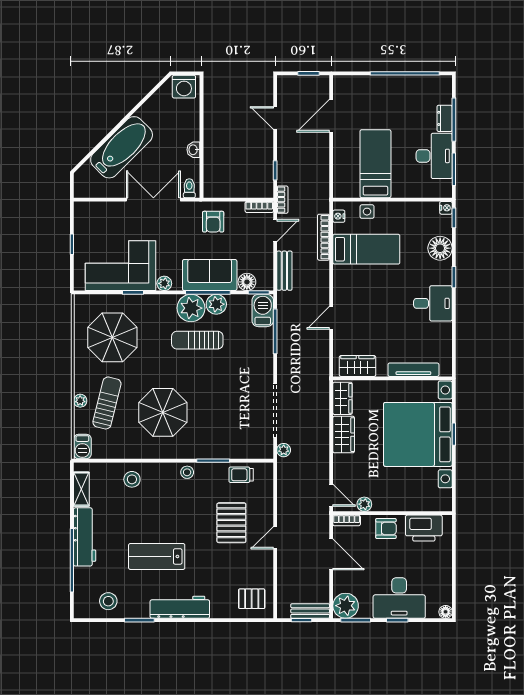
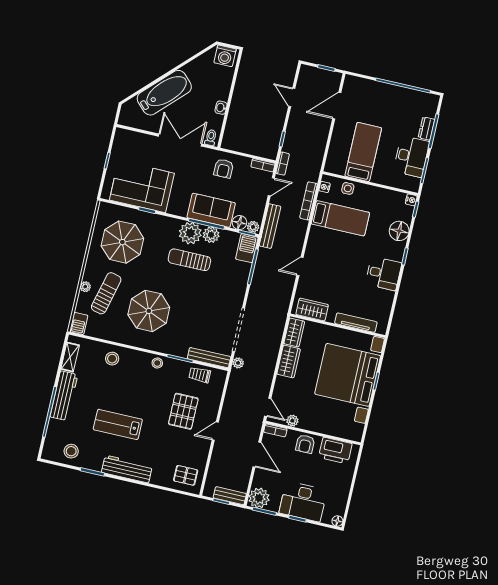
bench: (284, 271) -> (270, 226), width x1.36
plant: (164, 283) -> (253, 227), moved
bench: (247, 452) -> (209, 358), added
armchair: (386, 528) -> (305, 444), turned 90

